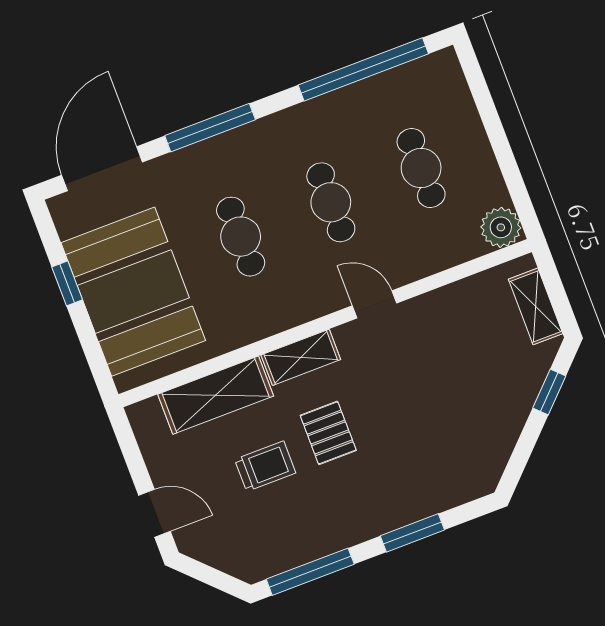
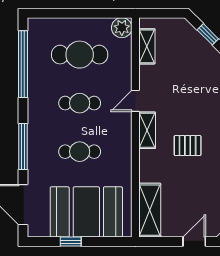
cafe table: (421, 168) -> (80, 55), width x1.37, depth x1.35
shelving: (536, 306) -> (147, 46), moved, turned 90
shelving: (301, 357) -> (147, 130), moved
shelving: (216, 395) -> (150, 210), moved
trolley: (265, 466) -> (192, 181), removed

